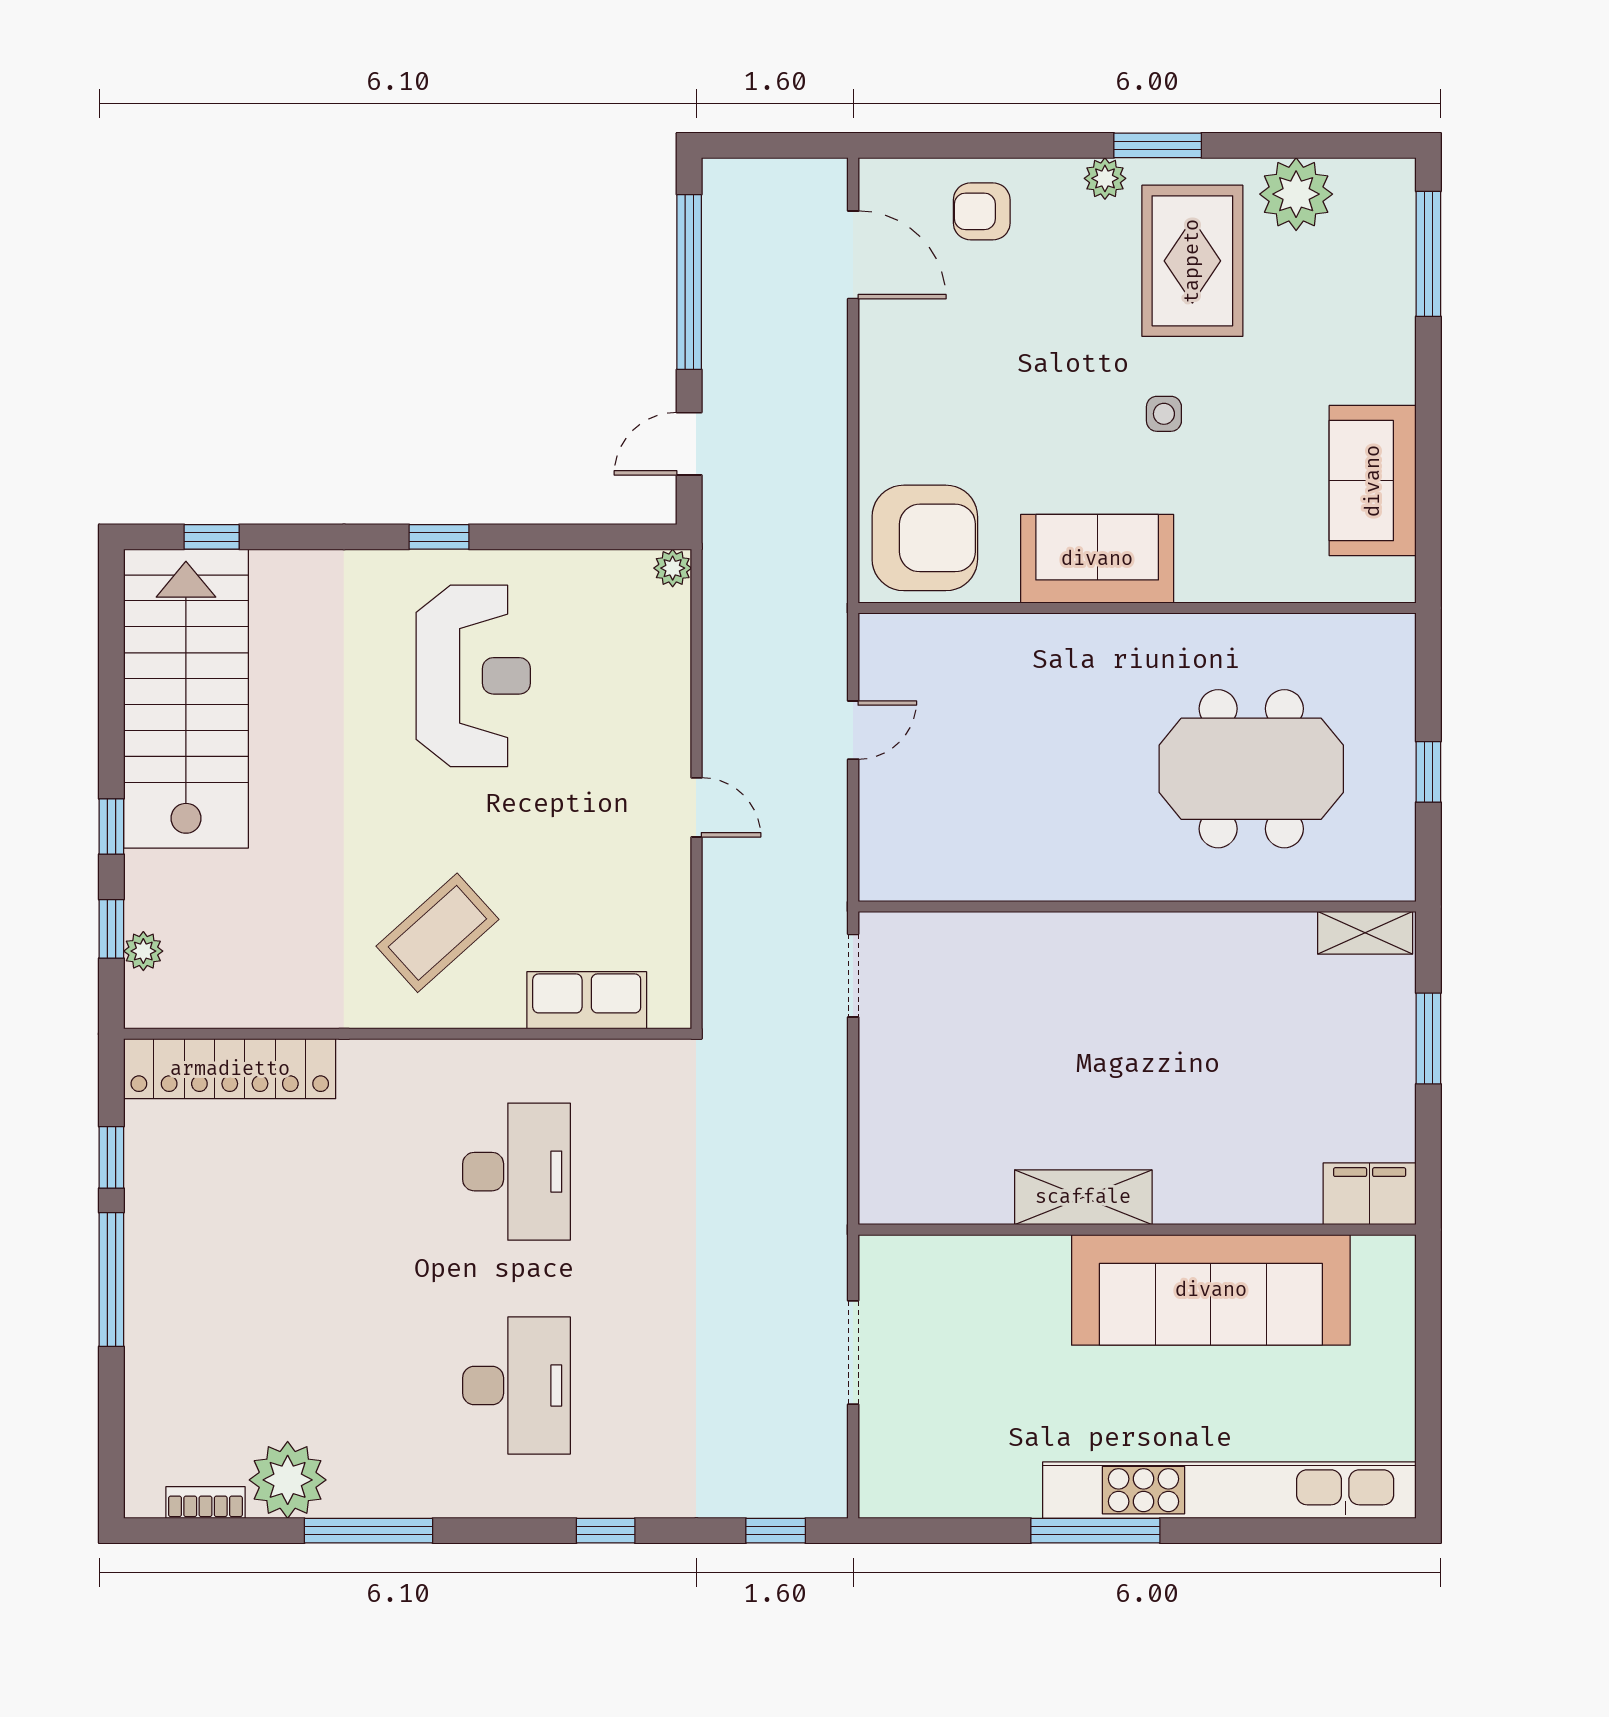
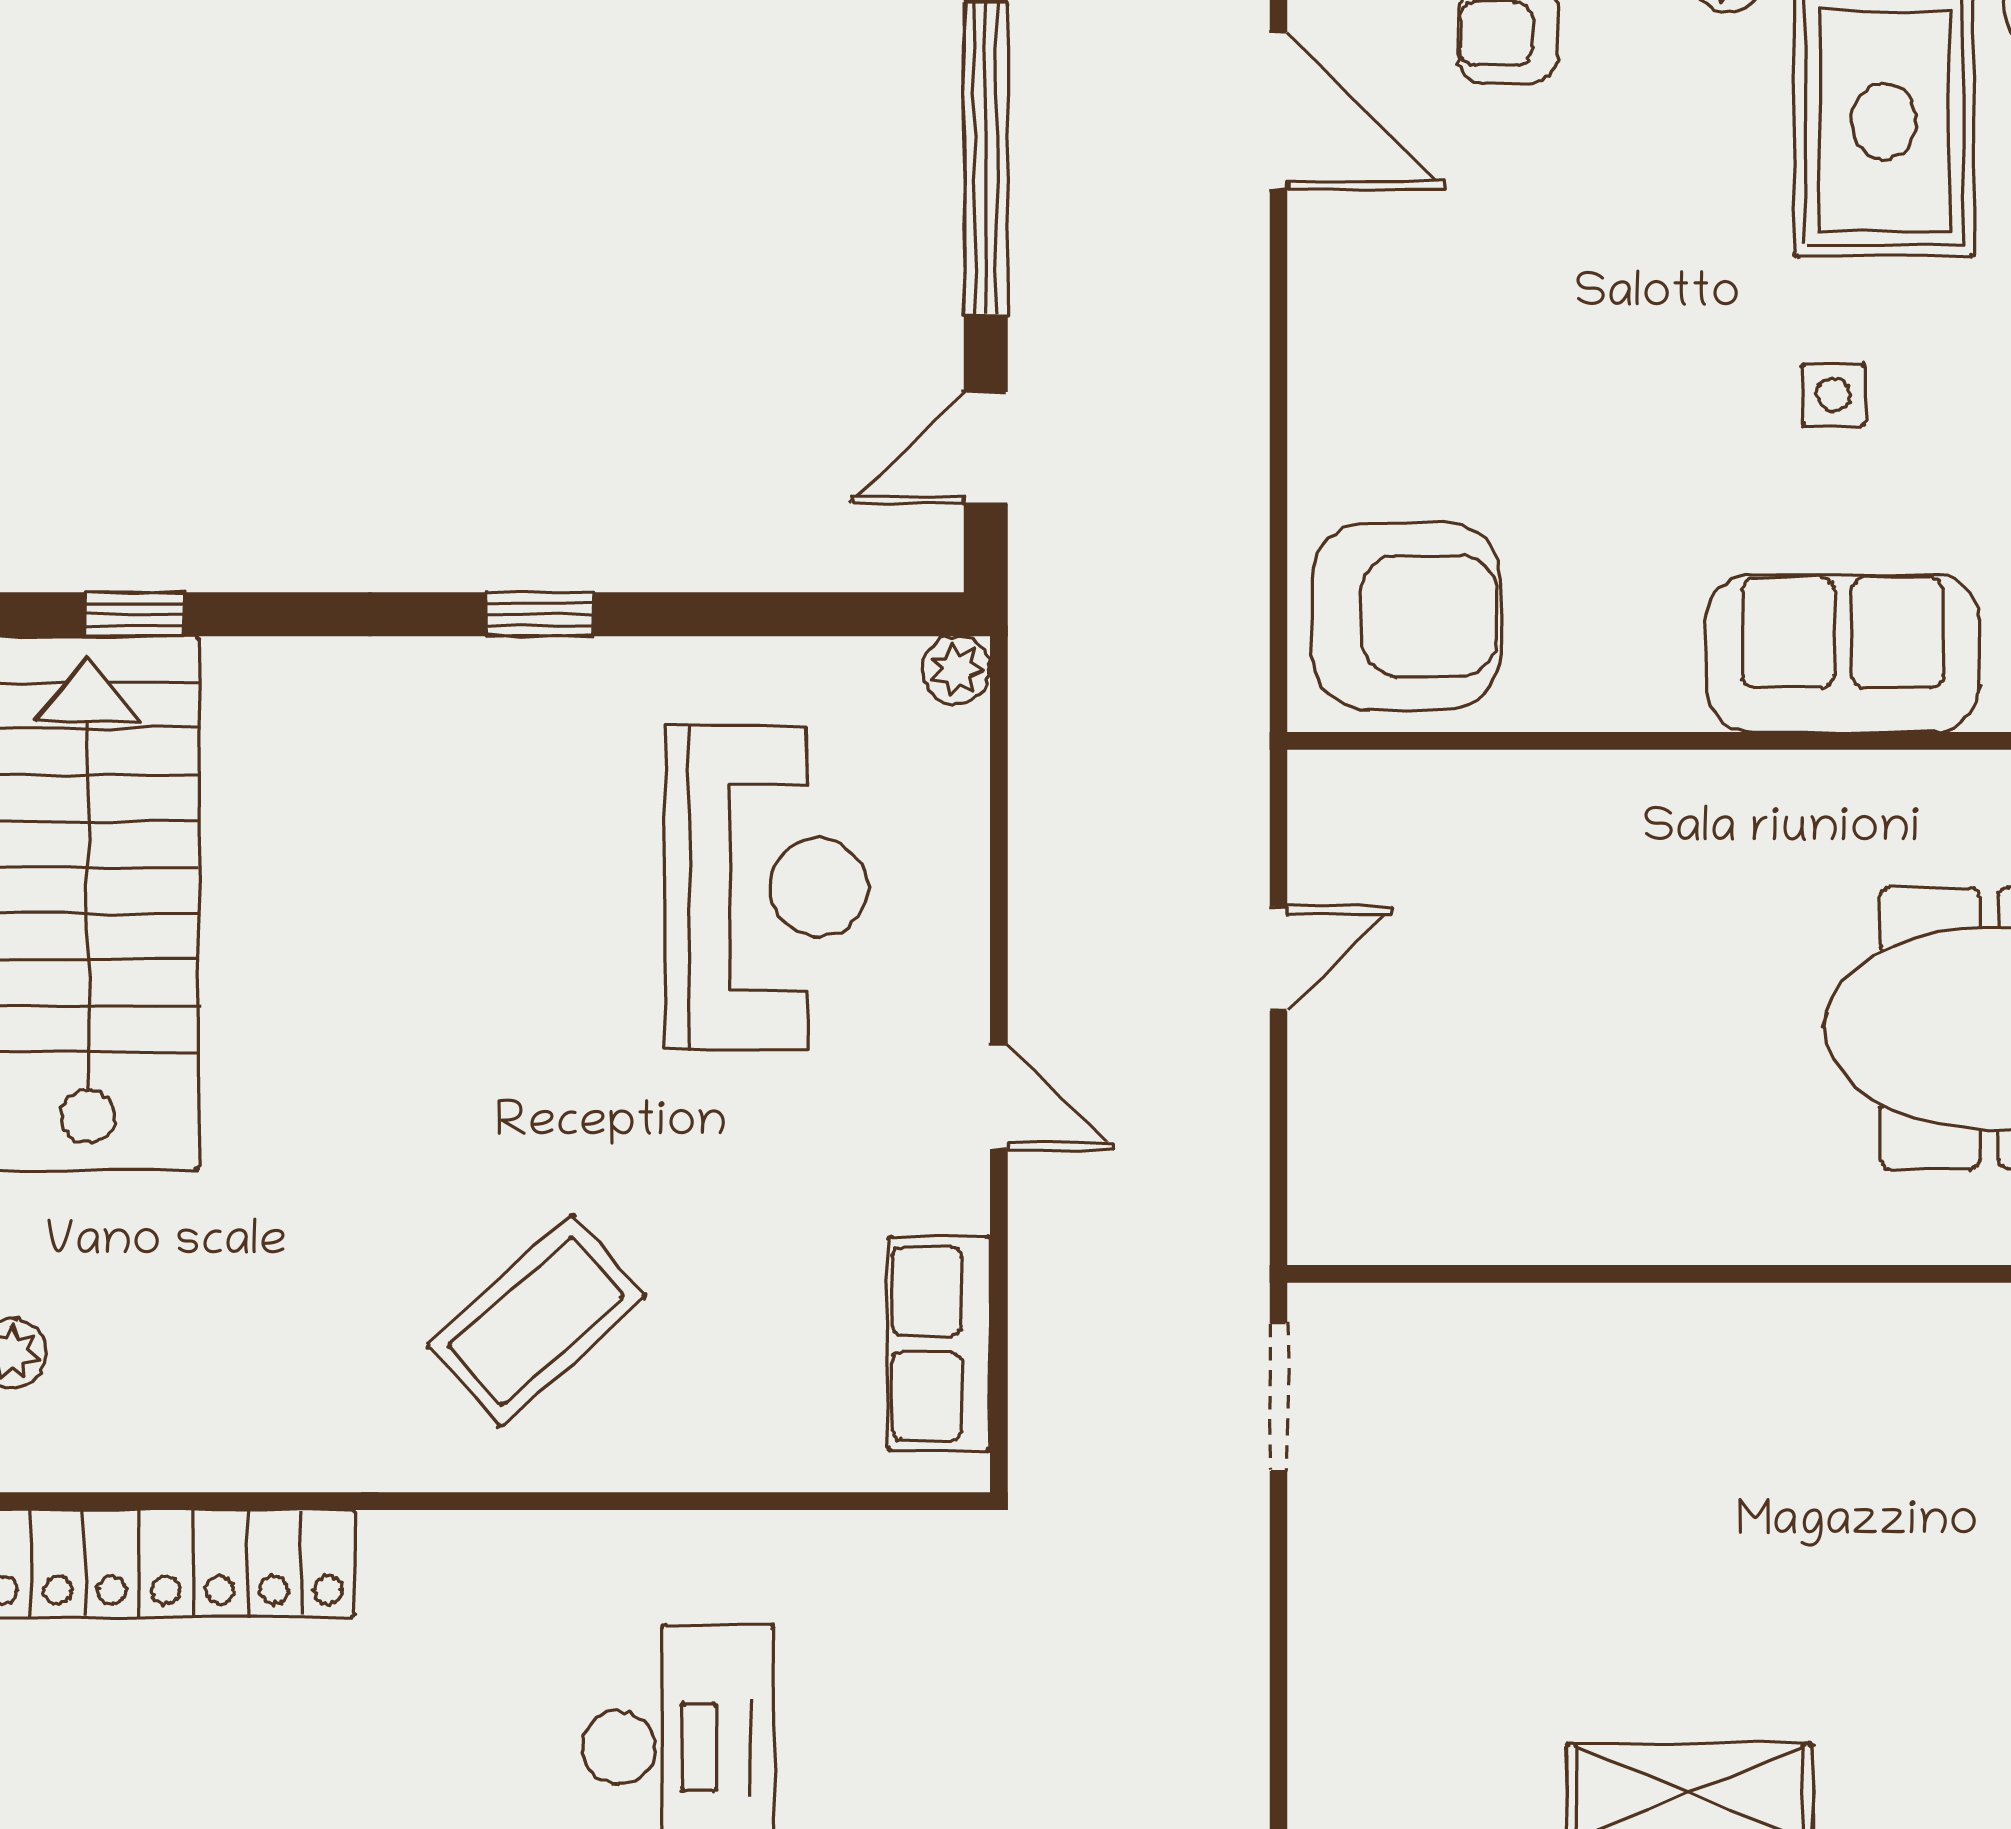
sofa: (1097, 559) -> (1843, 653), moved
reception desk: (473, 676) -> (766, 888), moved
row of seats: (587, 1000) -> (939, 1344), moved, turned -90

